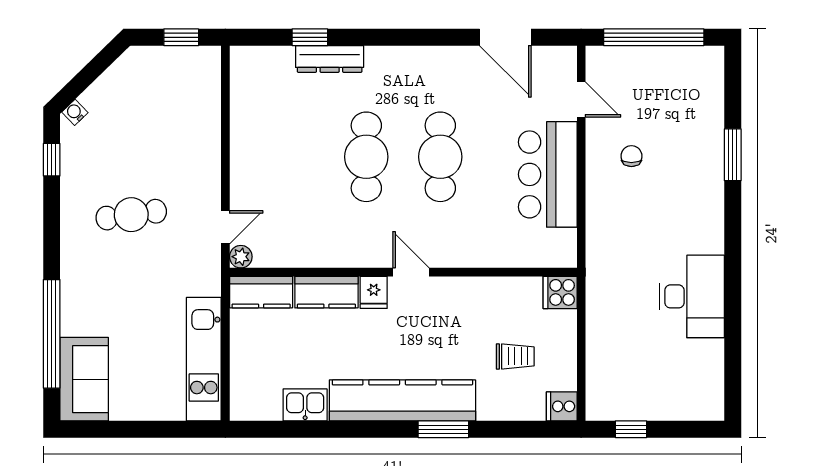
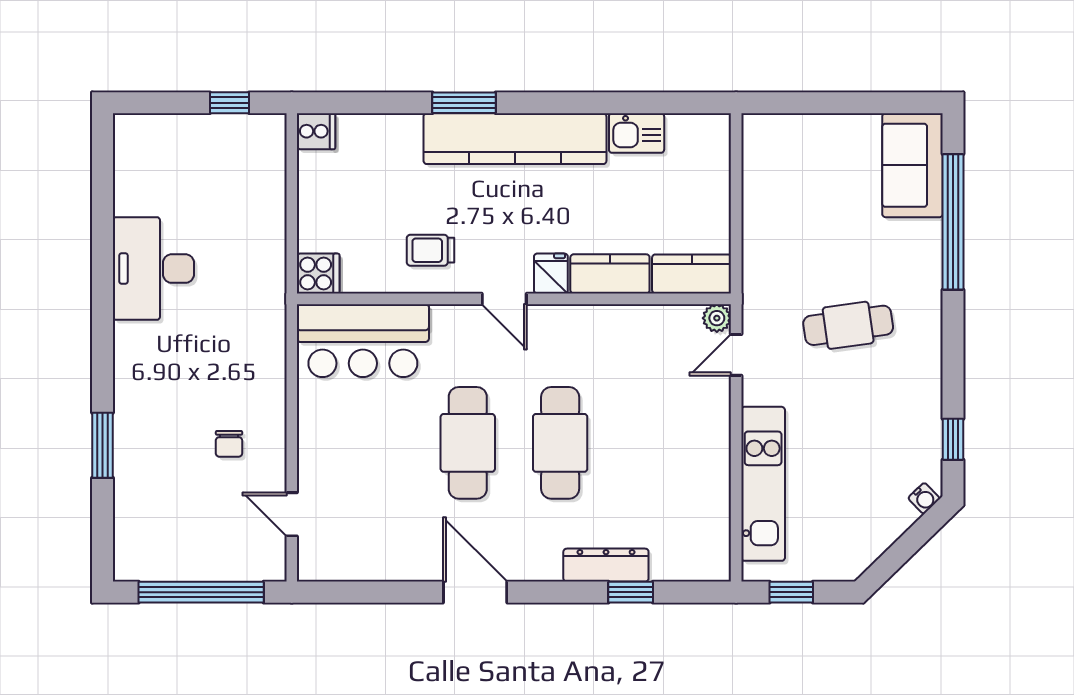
door: (505, 37) -> (475, 592), moved
bar counter: (548, 174) -> (363, 341), moved, turned 90
cafe table: (131, 215) -> (848, 325), moved
trolley: (515, 356) -> (431, 250), moved
kitchen unit: (204, 359) -> (763, 484), moved

